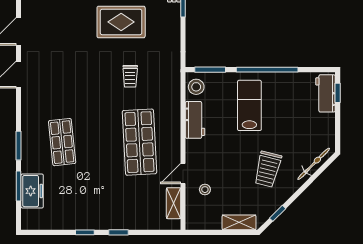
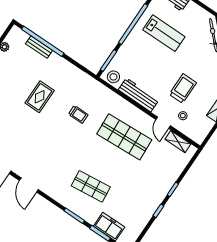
rug: (121, 22) -> (40, 97), width x0.73, depth x0.70
lab bench: (249, 105) -> (164, 33), moved, turned 180
workbench: (195, 120) -> (139, 95), width x1.38
trolley: (268, 169) -> (183, 89), moved, turned -104

